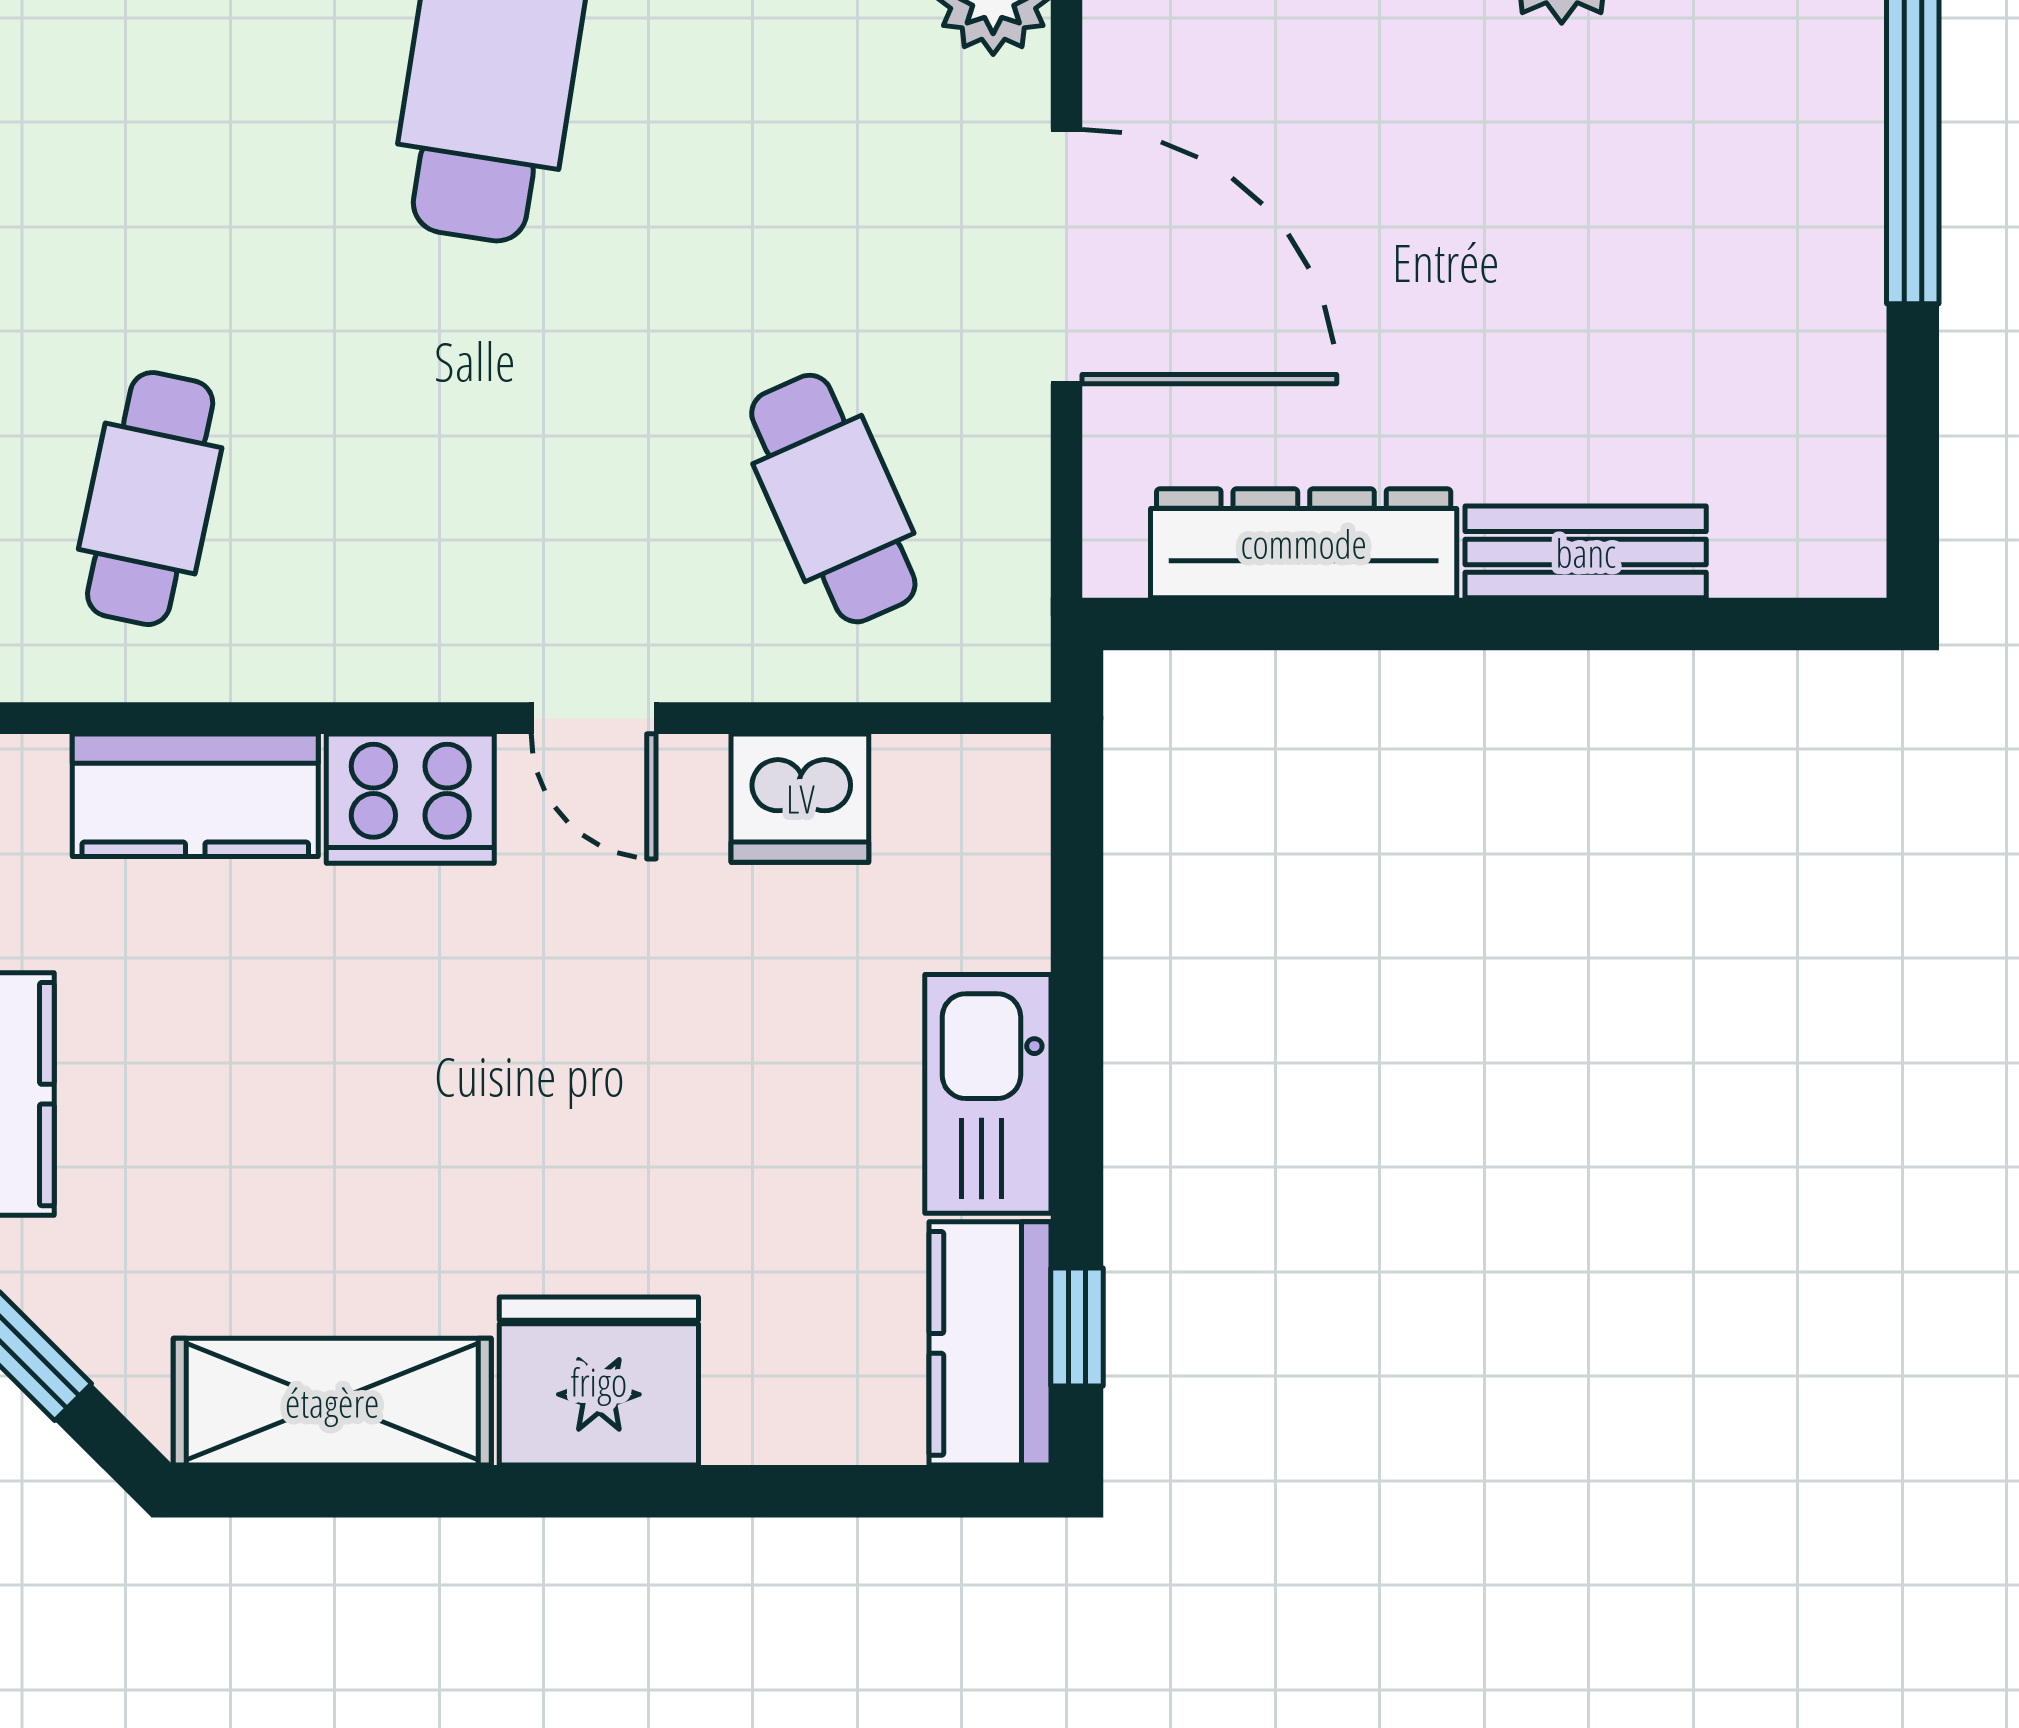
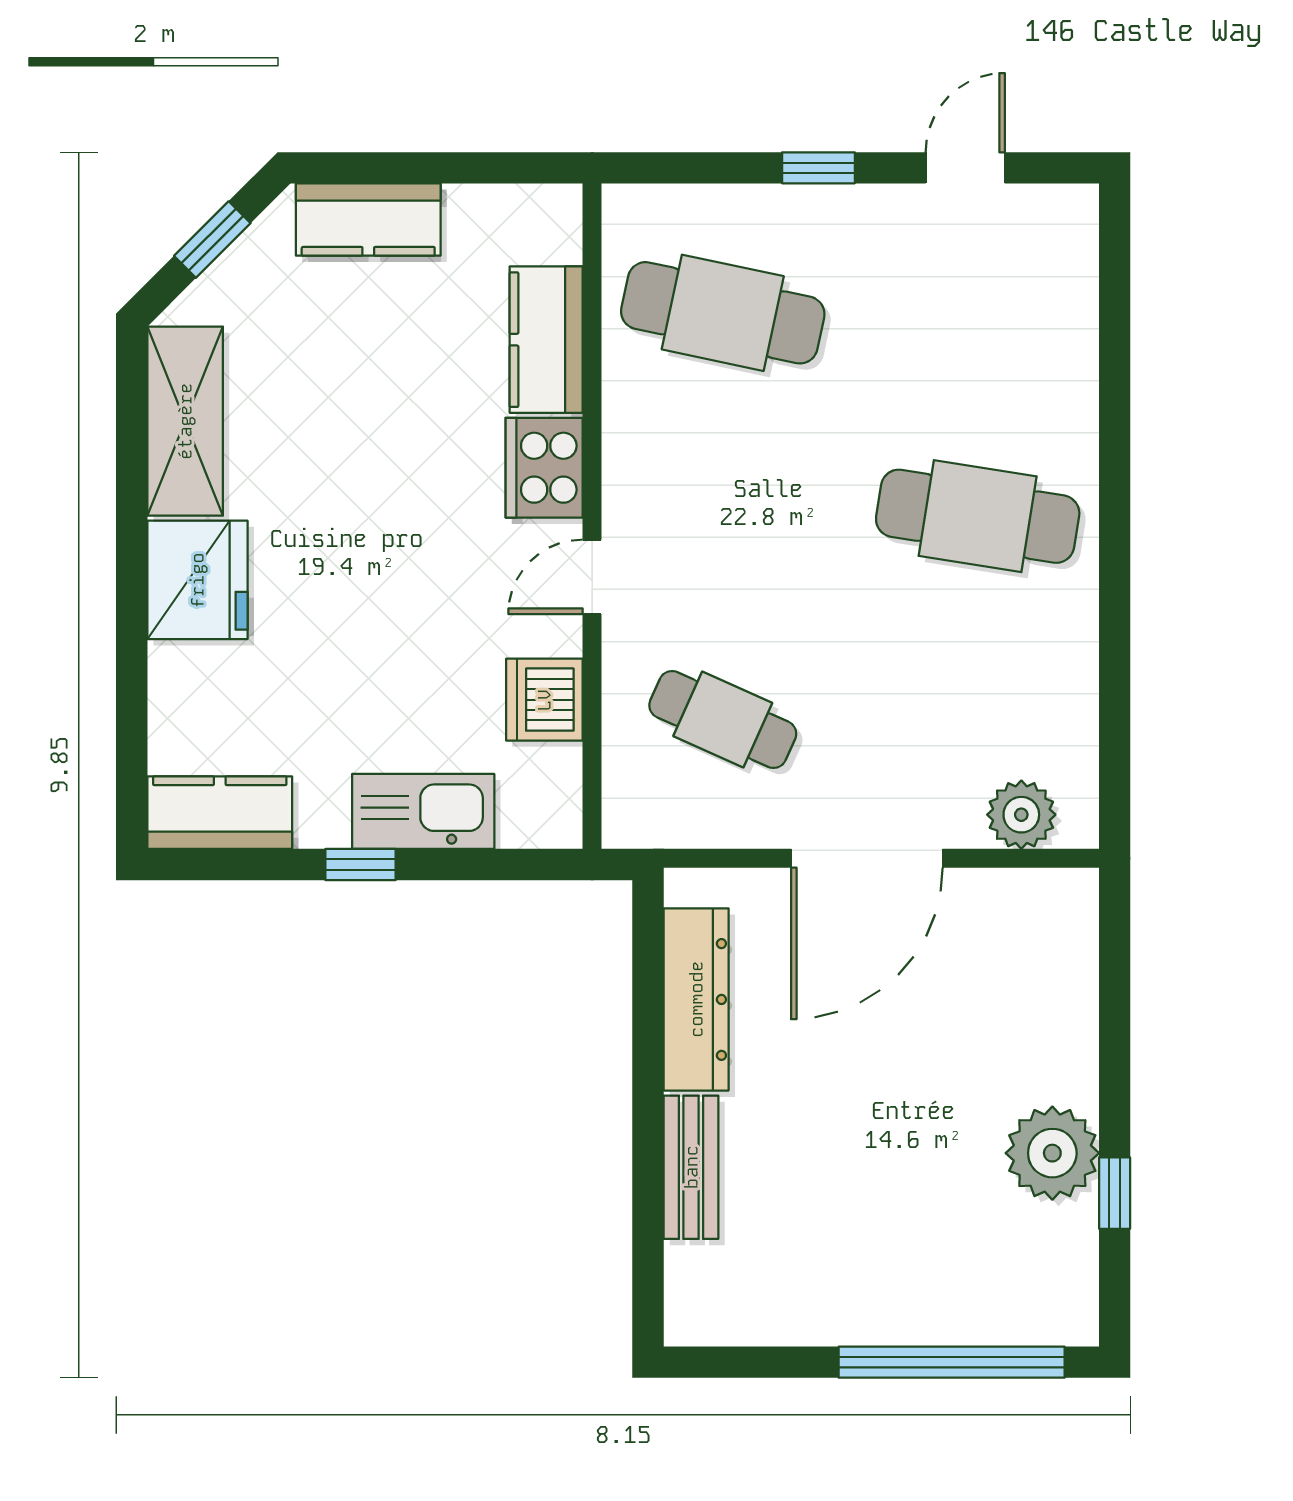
cafe table: (150, 499) -> (723, 313), width x1.37, depth x1.35
cafe table: (833, 499) -> (723, 720), turned 48
kitchen sink: (988, 1094) -> (423, 811), moved
window: (1077, 1327) -> (361, 864), moved

